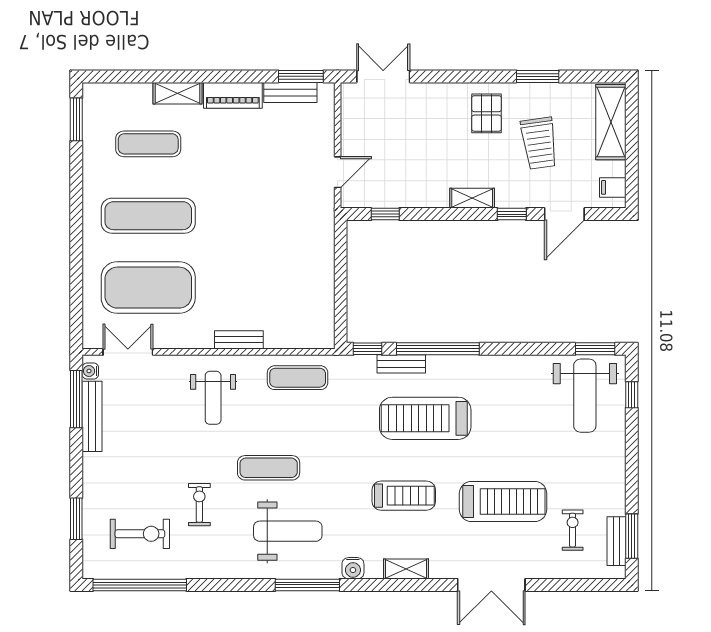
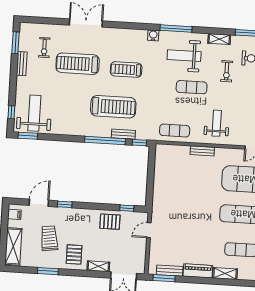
pallet: (418, 185) -> (110, 222), added
shelving: (472, 198) -> (98, 266), moved
bench: (617, 541) -> (22, 64), moved
shelving: (406, 569) -> (219, 39), moved

